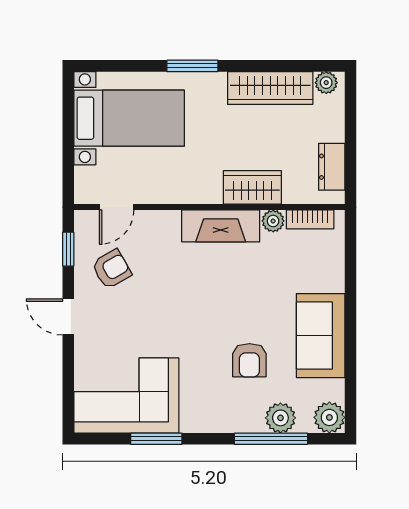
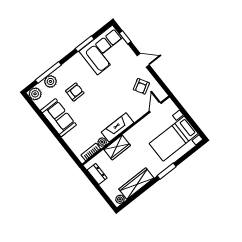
window: (68, 249) -> (125, 37), moved
armchair: (249, 360) -> (75, 92), turned 90

